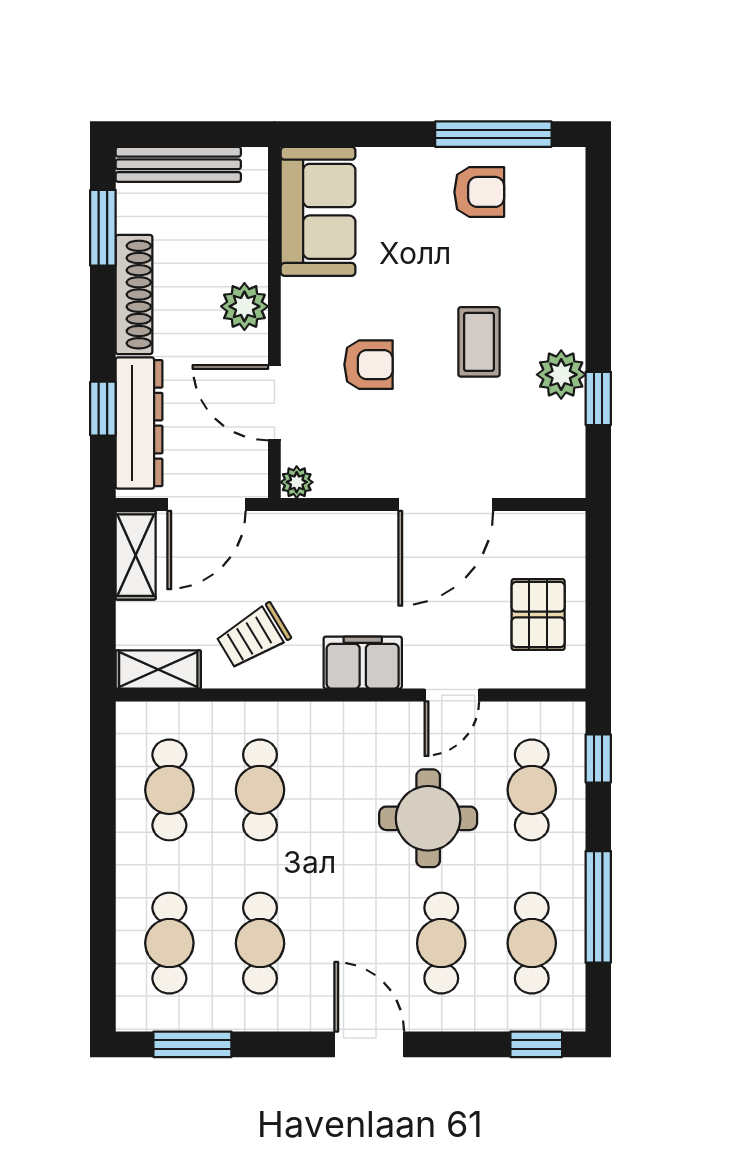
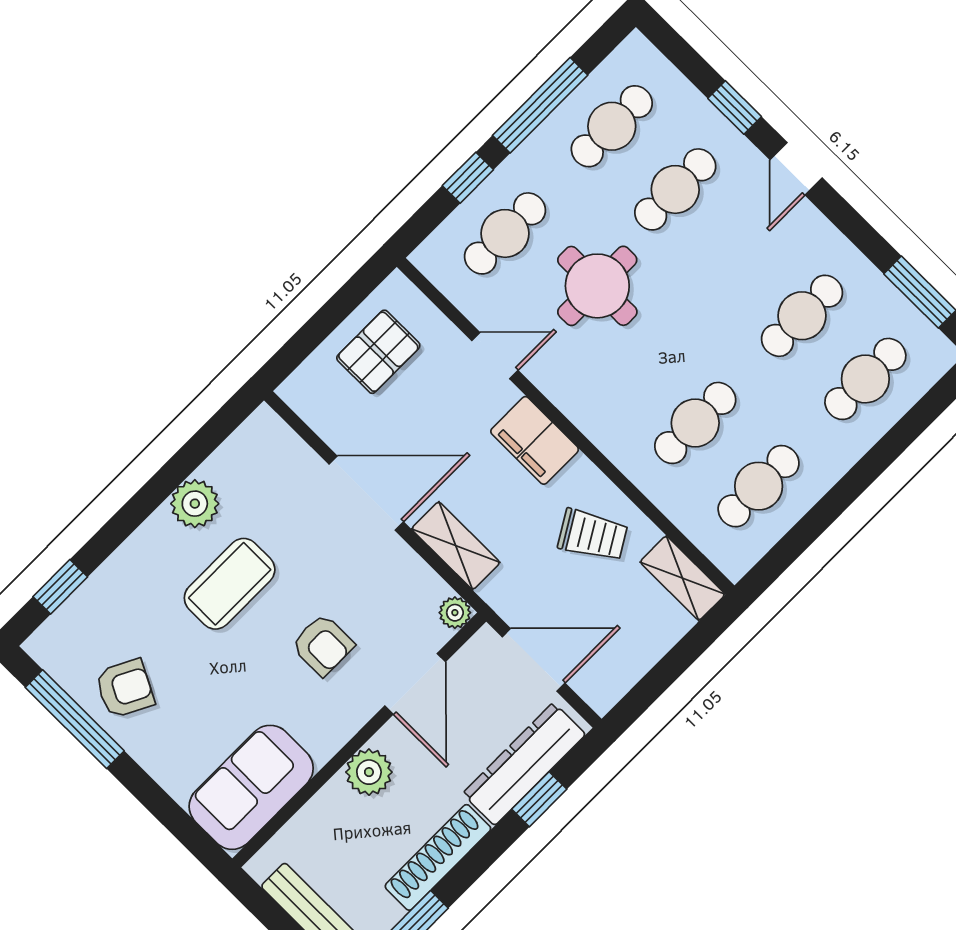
armchair: (479, 192) -> (125, 689), turned 117
coffee table: (479, 342) -> (230, 584), width x1.36, depth x1.30
armchair: (368, 365) -> (323, 645), turned 180
window: (598, 398) -> (60, 587), moved
shelving: (136, 555) -> (456, 546), moved, turned 90
window: (598, 758) -> (468, 178), moved
door: (369, 1044) -> (796, 169), width x0.73
window: (536, 1044) -> (735, 107), moved

